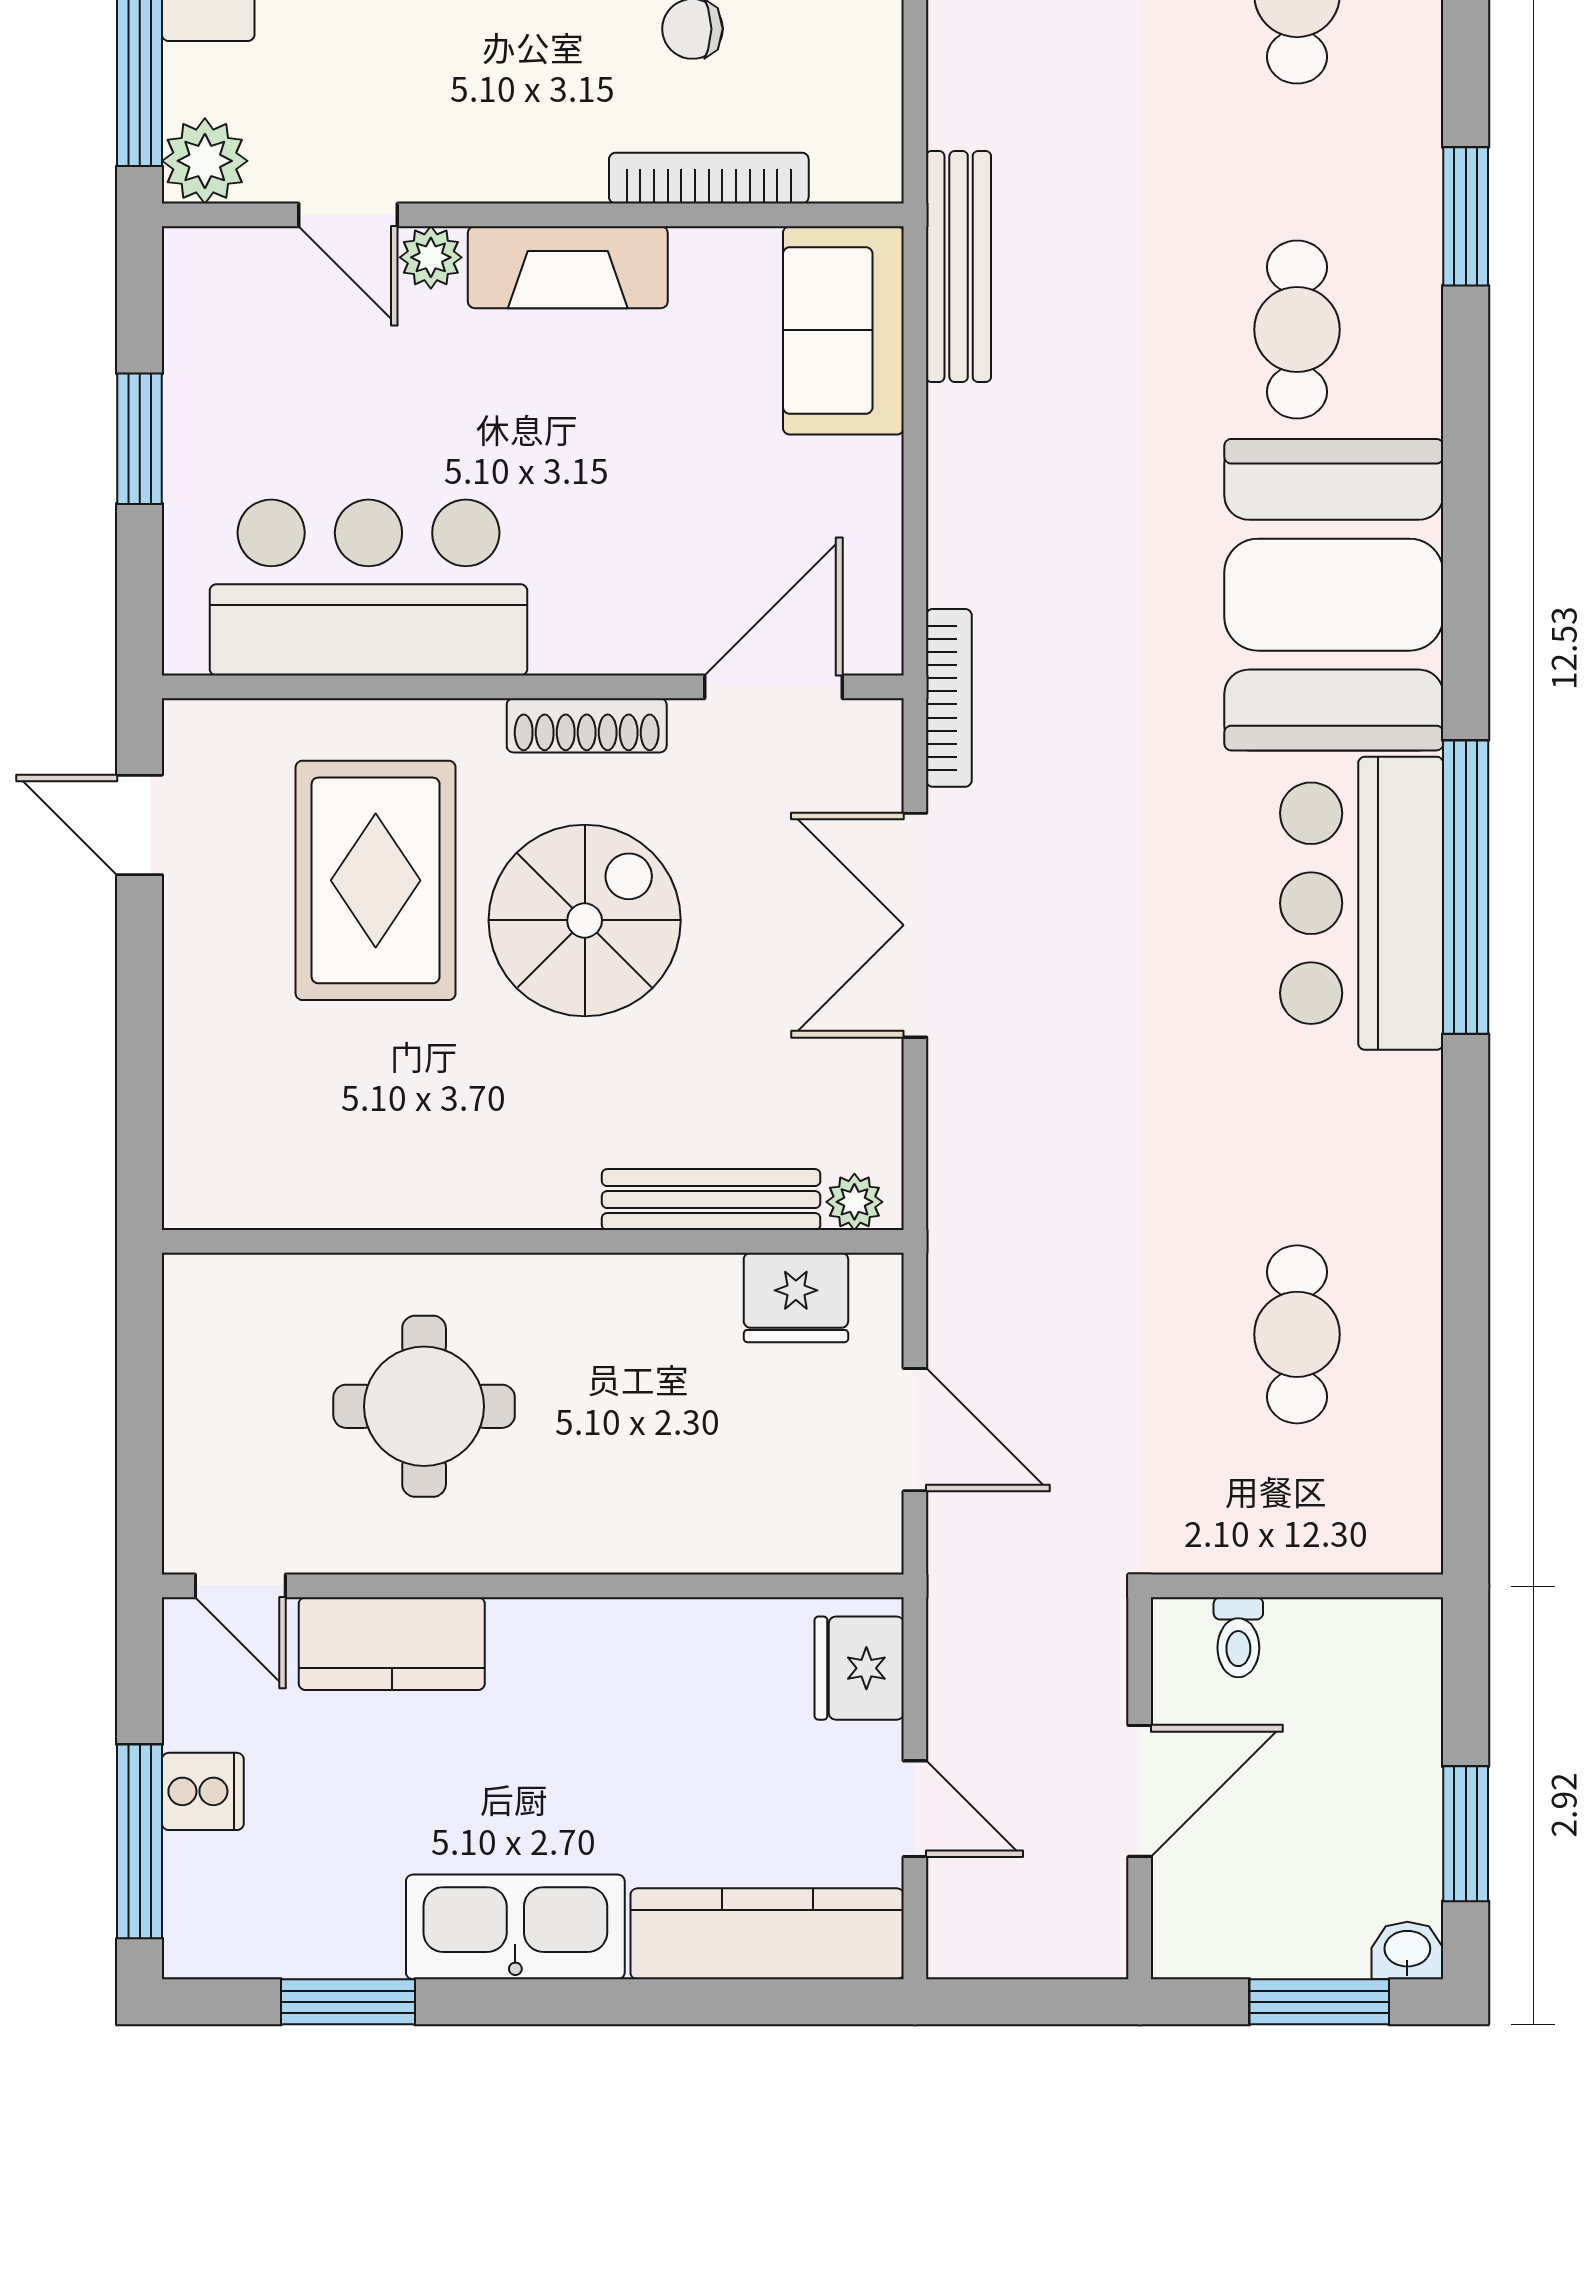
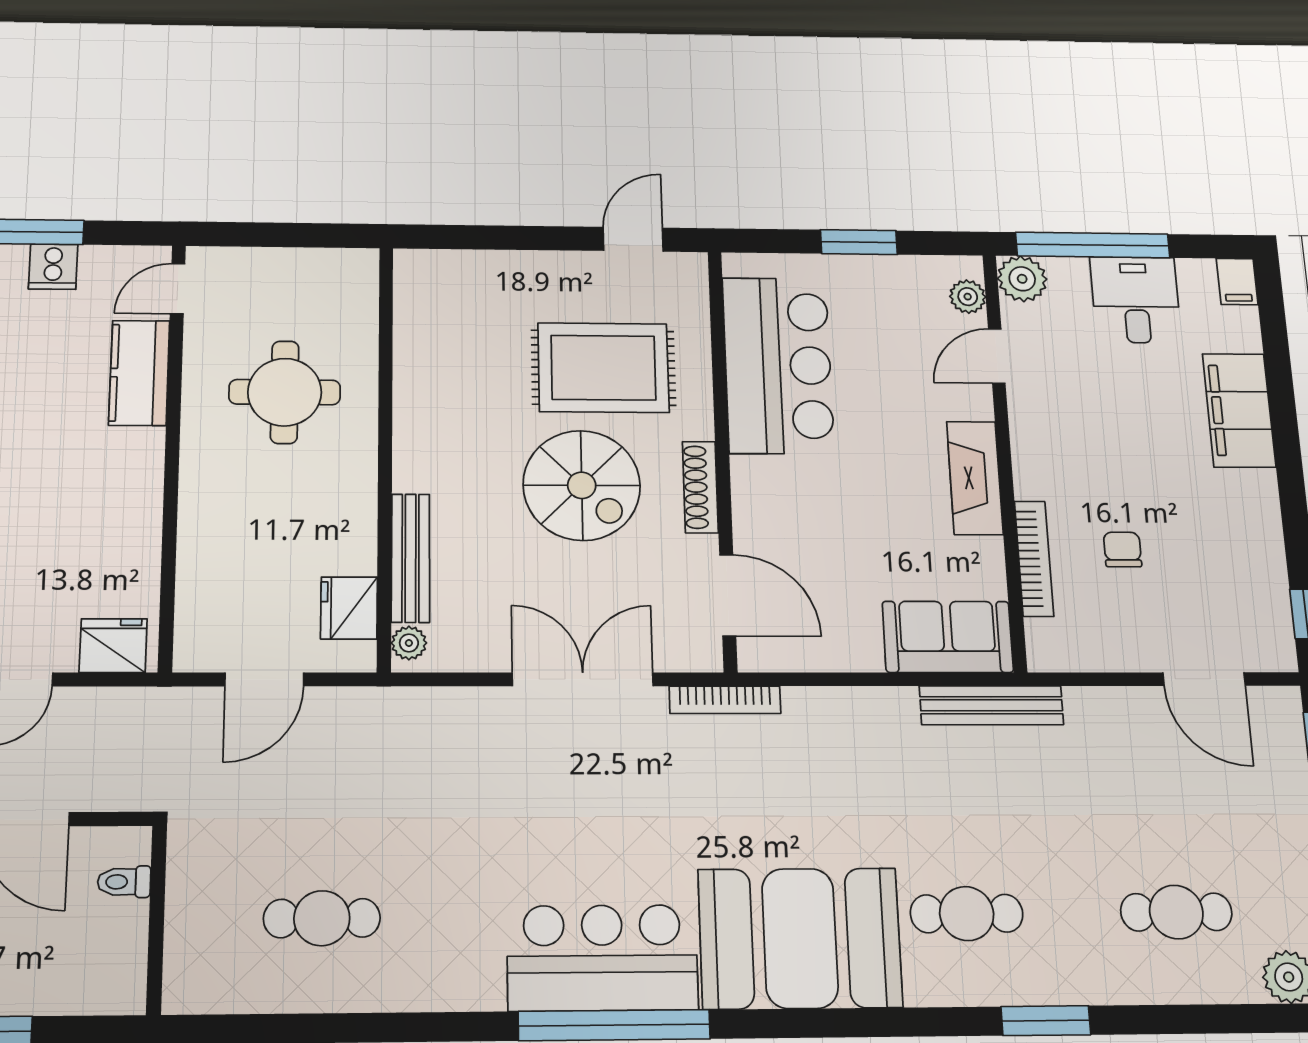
plant: (431, 257) -> (968, 297), moved

